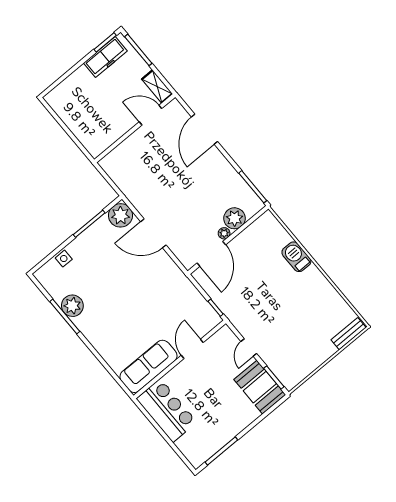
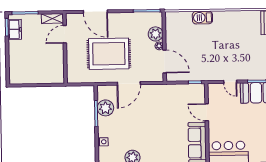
freezer: (105, 57) -> (15, 29), width x0.71
rug: (169, 183) -> (109, 54), added
plant: (120, 215) -> (105, 108), moved

